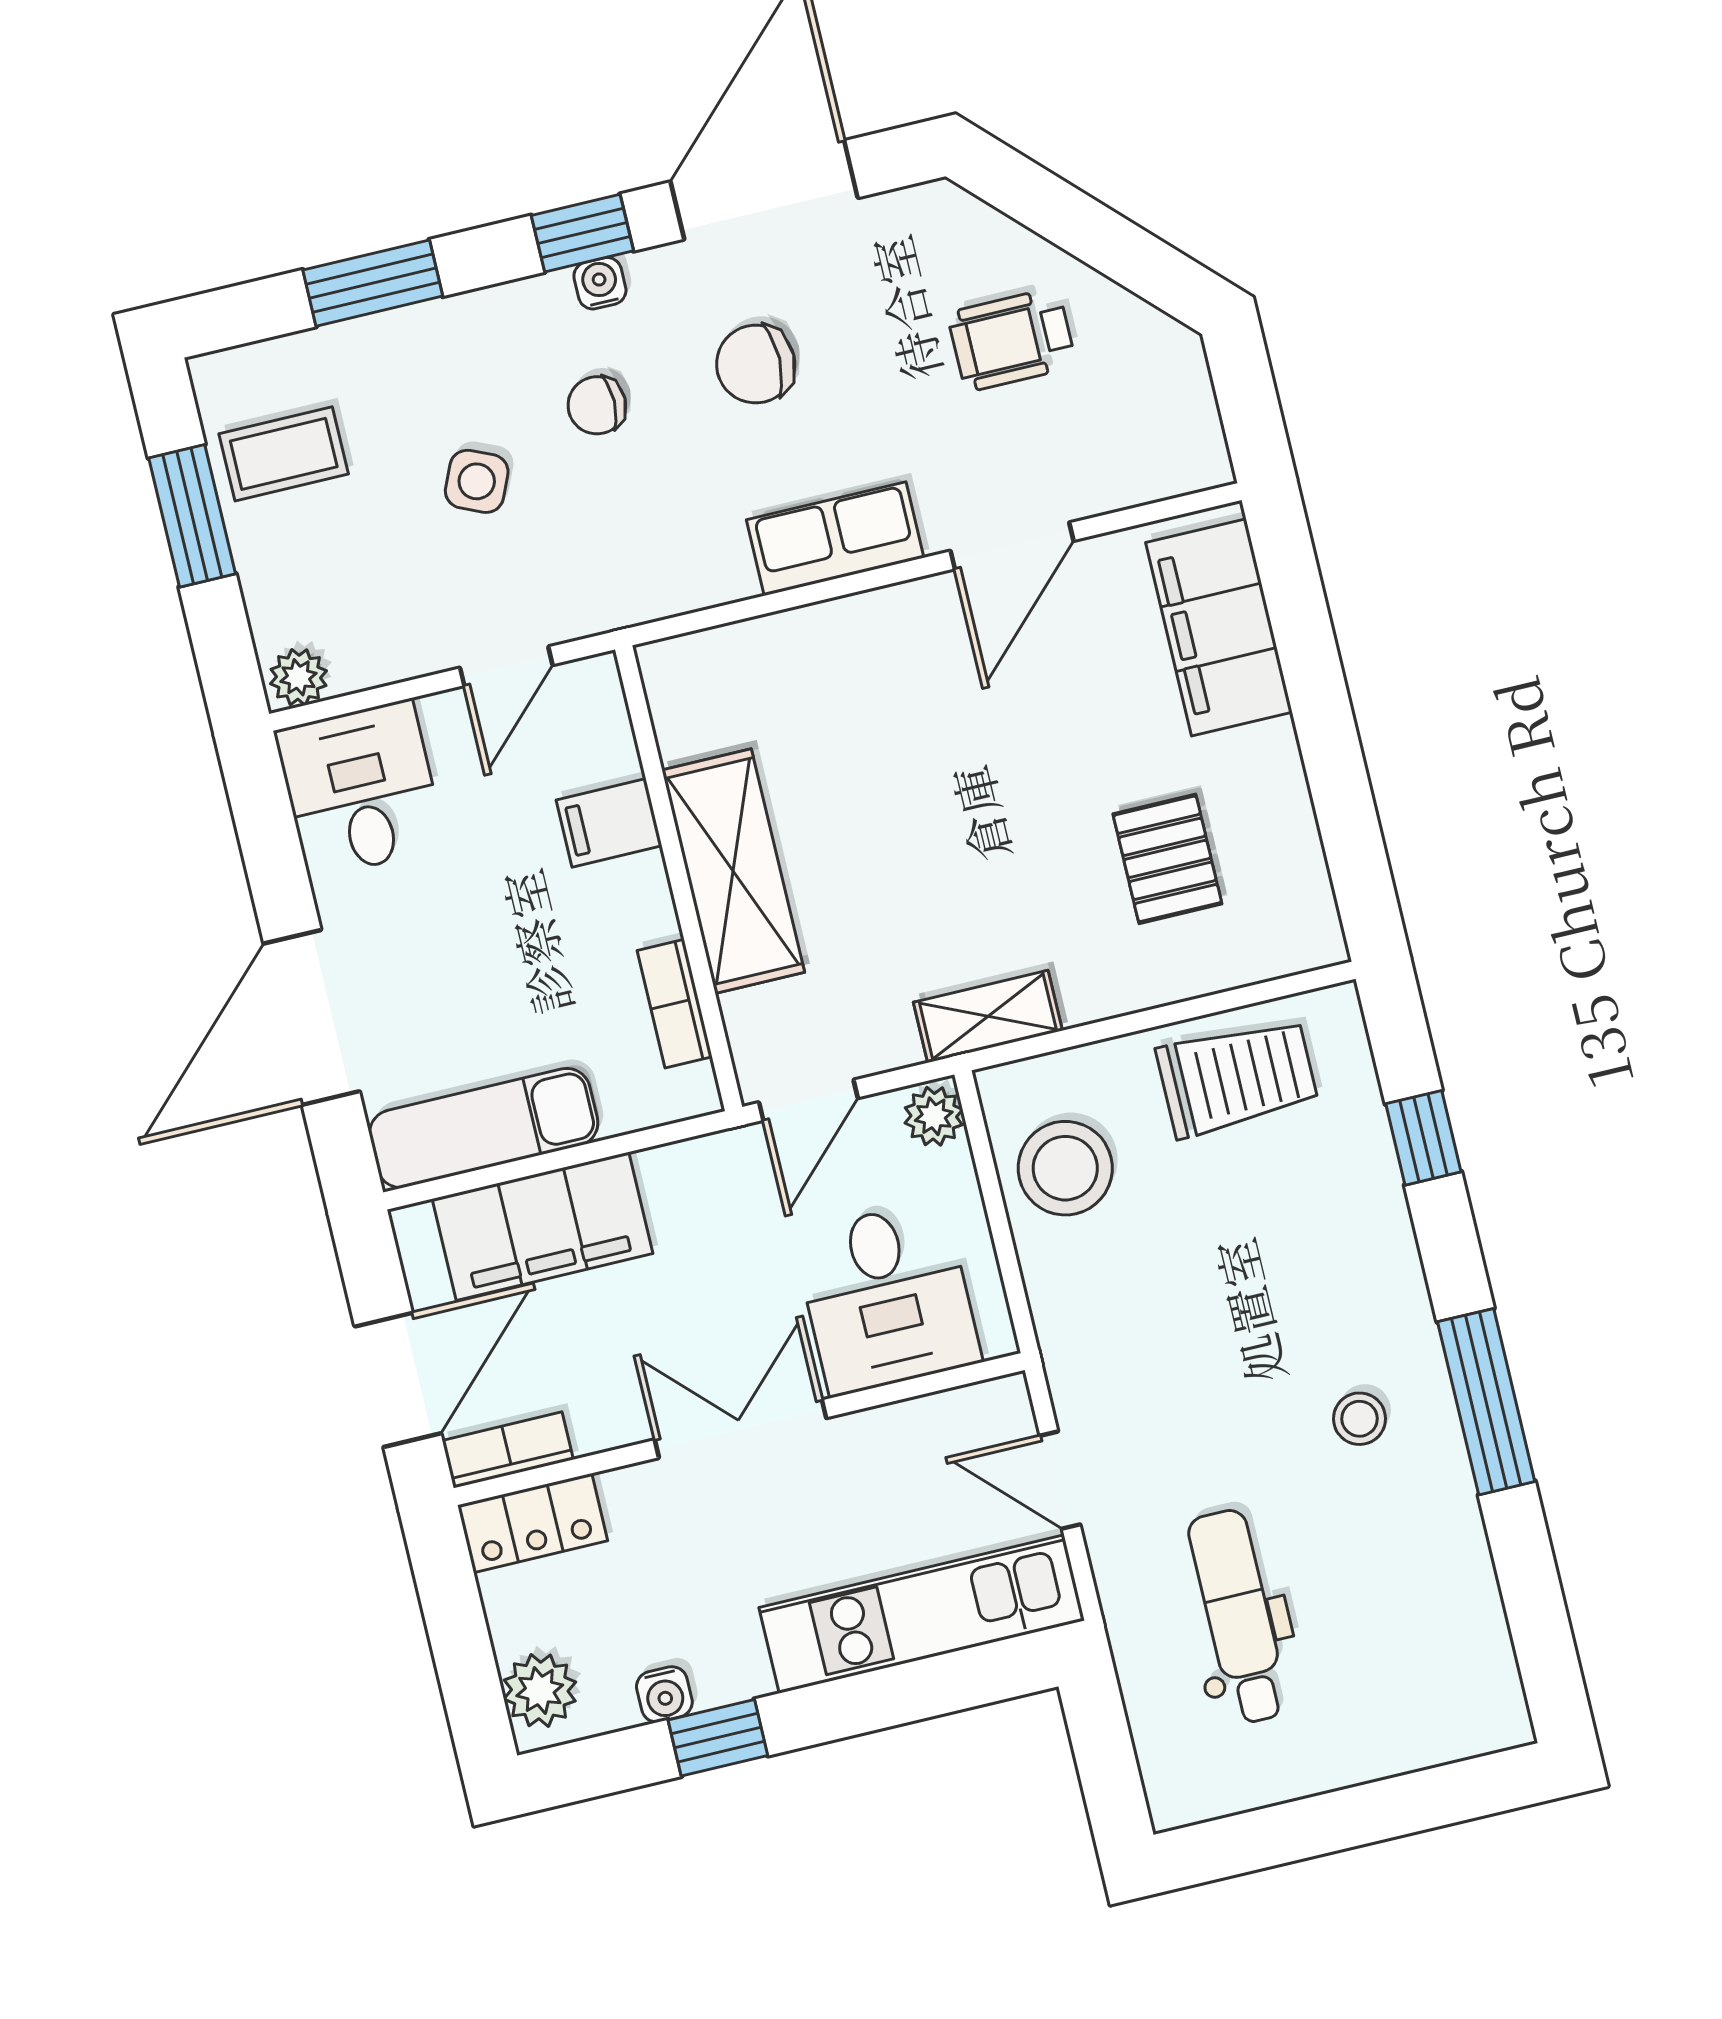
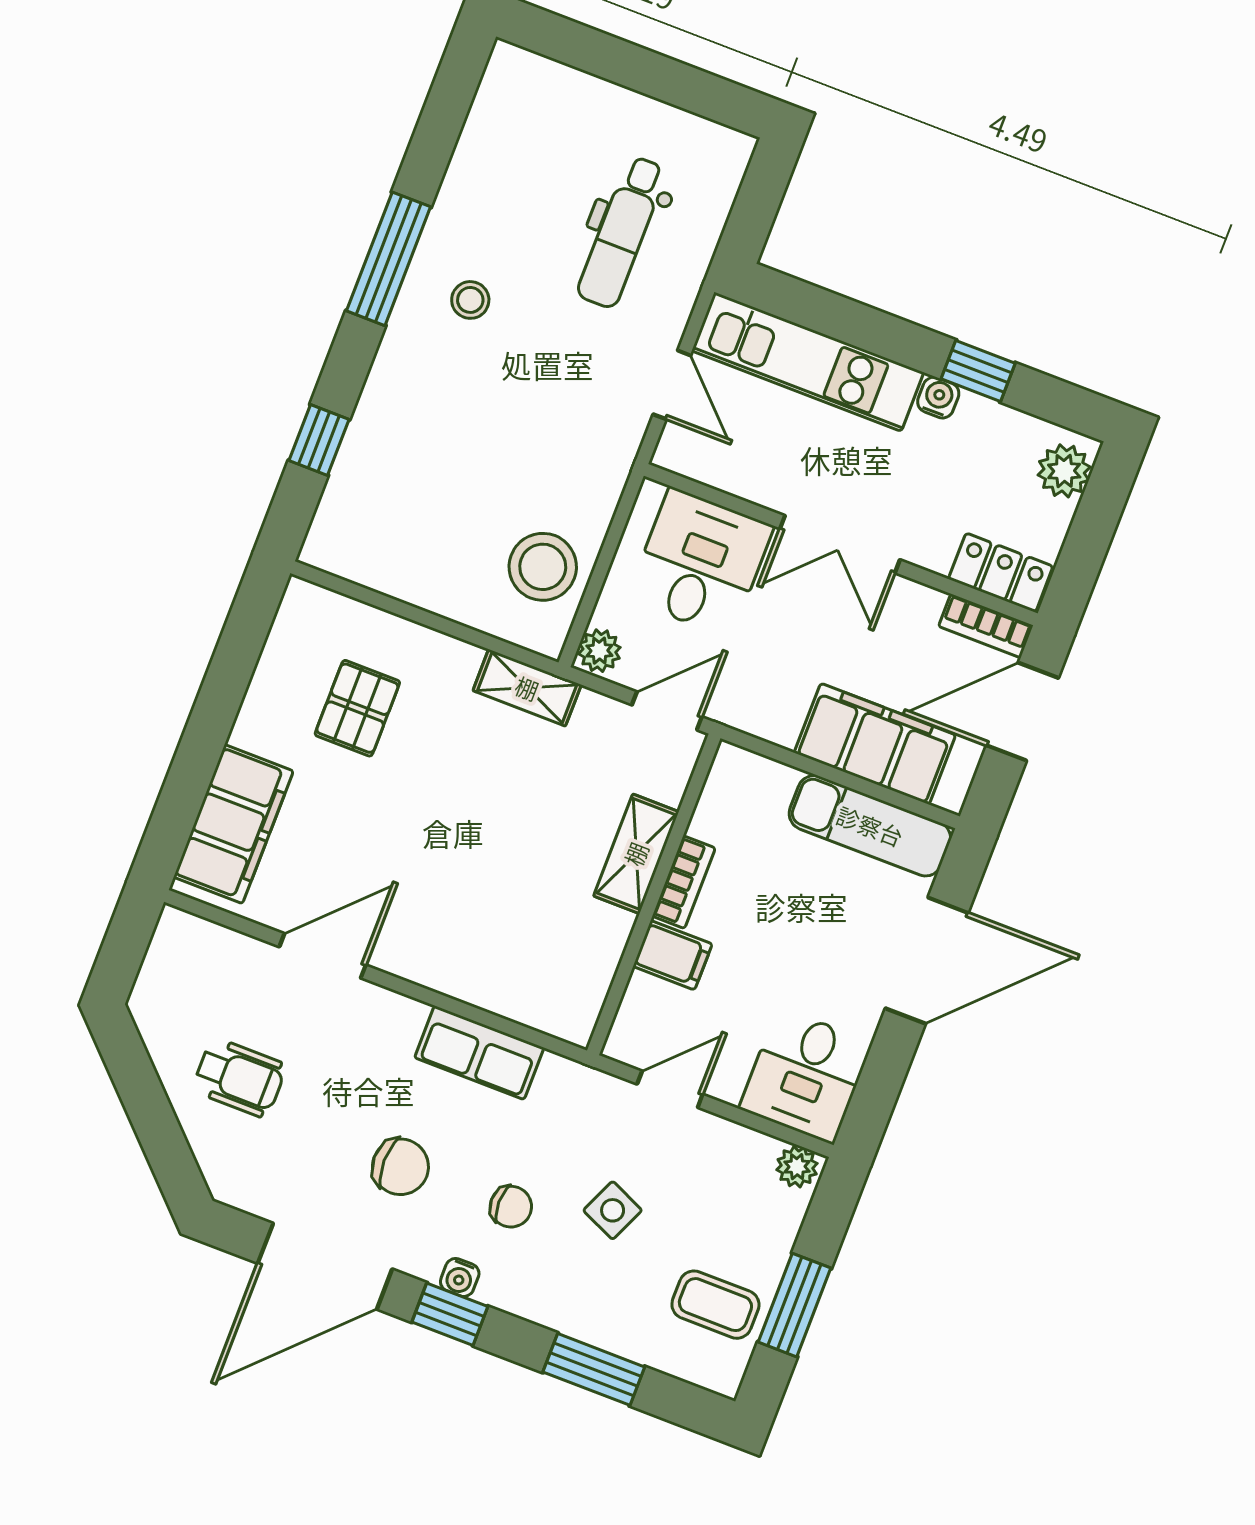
row of seats: (835, 539) -> (479, 1053), moved
shelving: (733, 871) -> (636, 854), width x0.67, depth x0.75
bookcase: (675, 1004) -> (684, 882), moved
trolley: (1237, 1077) -> (404, 551), removed
water cooler: (664, 1694) -> (938, 398), moved

